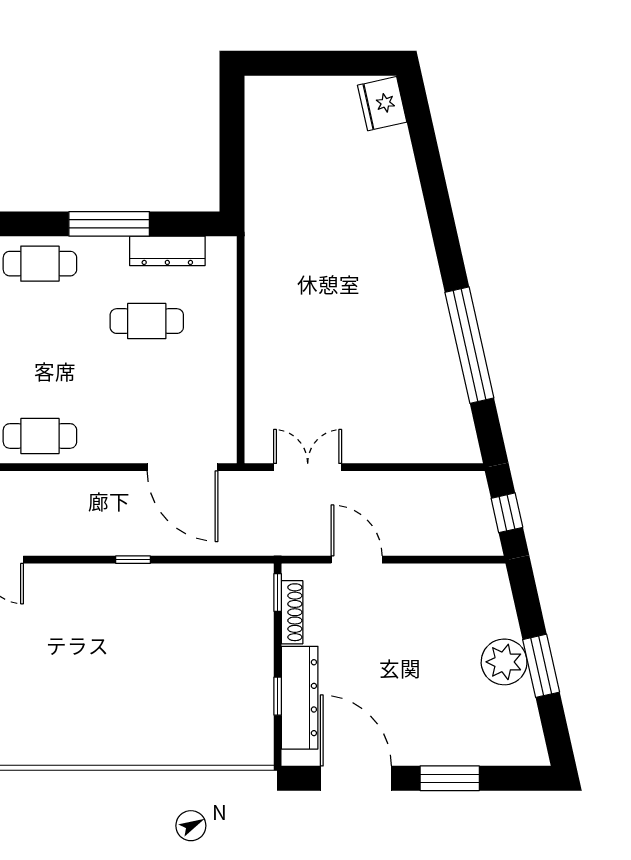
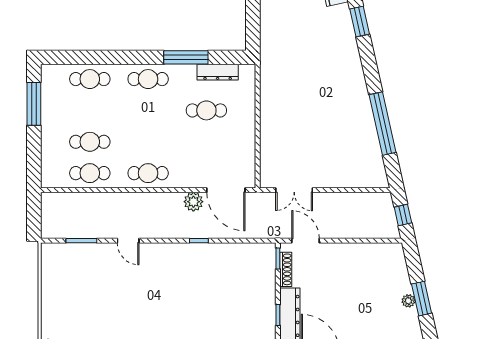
window: (428, 158) -> (360, 21), added
double door: (308, 467) -> (294, 190), swing flipped
plant: (123, 488) -> (193, 202), added
door: (357, 560) -> (306, 241), moved
plant: (504, 662) -> (408, 301), width x0.53, depth x0.53

